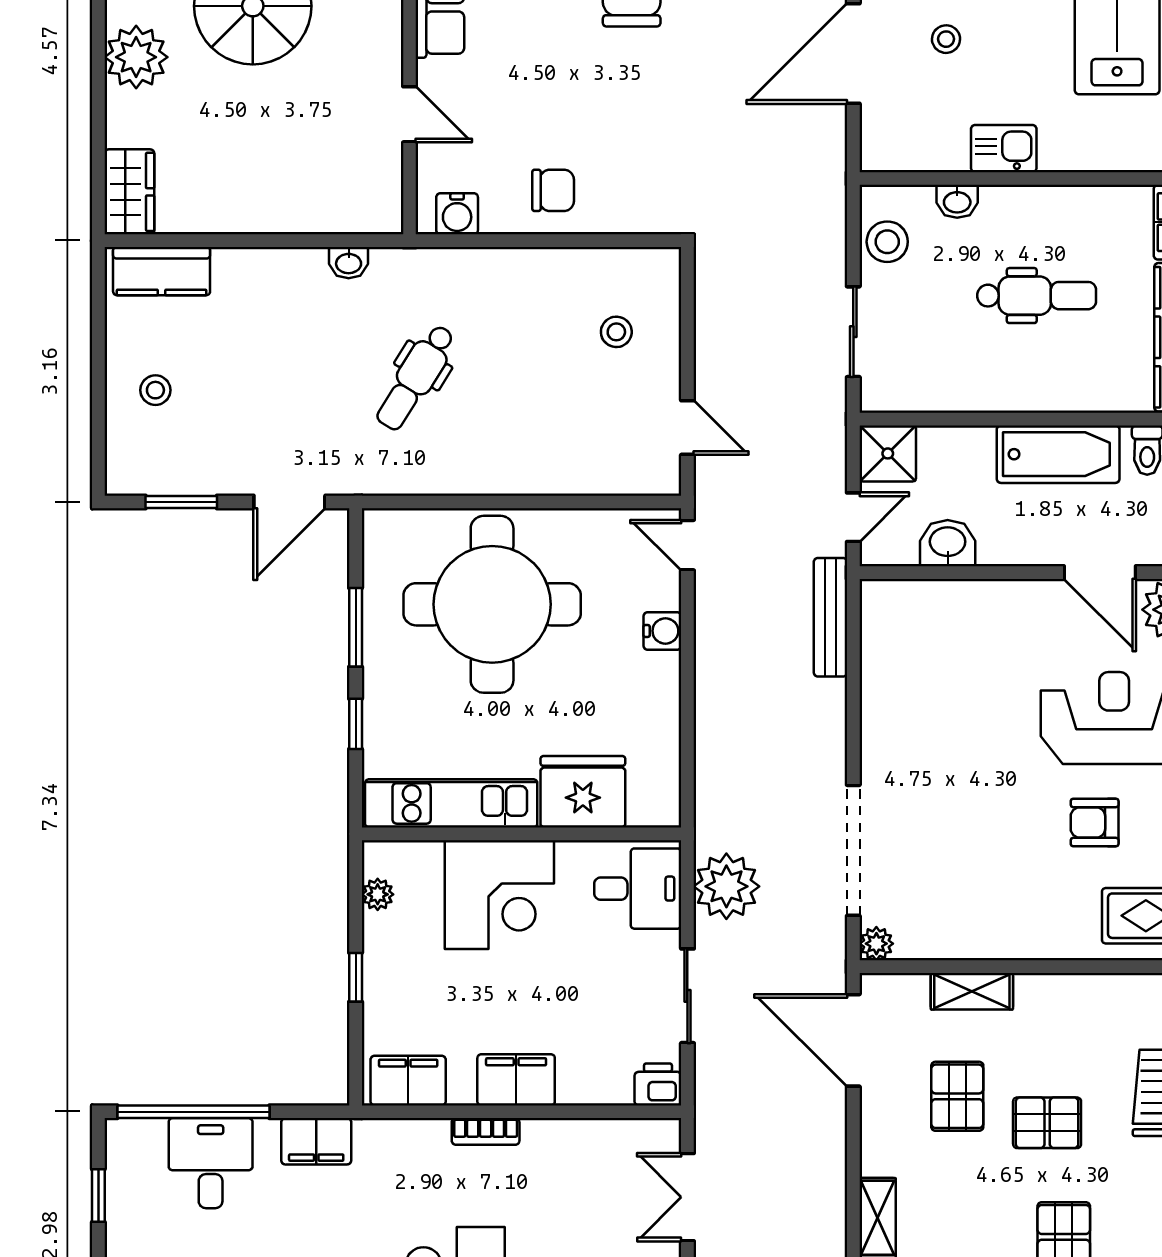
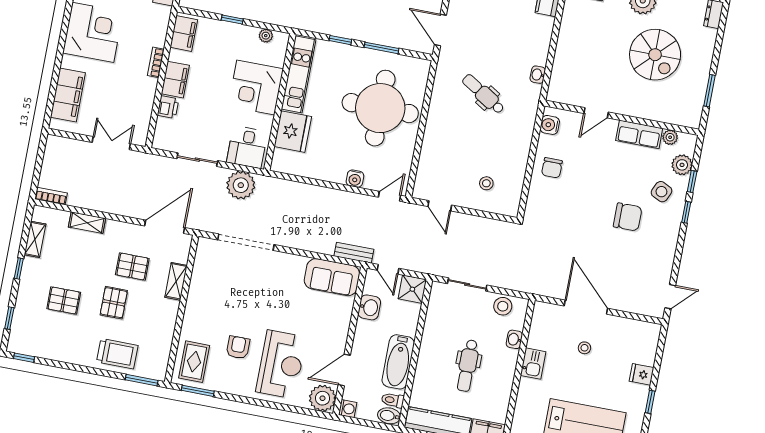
door: (687, 428) -> (440, 206), hinge flipped
bench: (830, 617) -> (354, 253), width x0.73
sofa: (895, 640) -> (332, 277), added
plant: (876, 944) -> (204, 244), removed
printer: (658, 1084) -> (168, 107), moved

